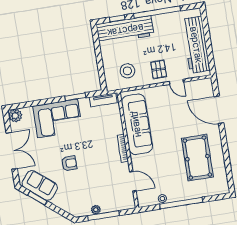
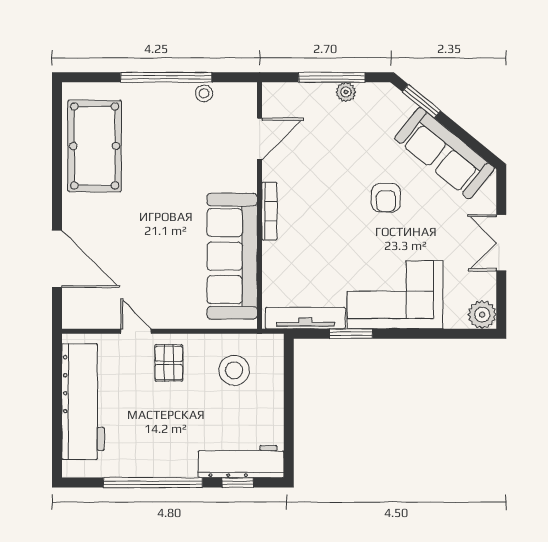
workbench: (125, 30) -> (241, 462), width x0.73, depth x0.76
tv unit: (103, 100) -> (305, 318), width x1.41
double door: (12, 151) -> (501, 243), width x0.73
pool table: (197, 158) -> (95, 146), moved
armchair: (69, 163) -> (386, 198), turned -90
door: (133, 181) -> (260, 139), swing flipped
sofa: (40, 185) -> (444, 153), width x1.36
window: (37, 198) -> (421, 101), moved

